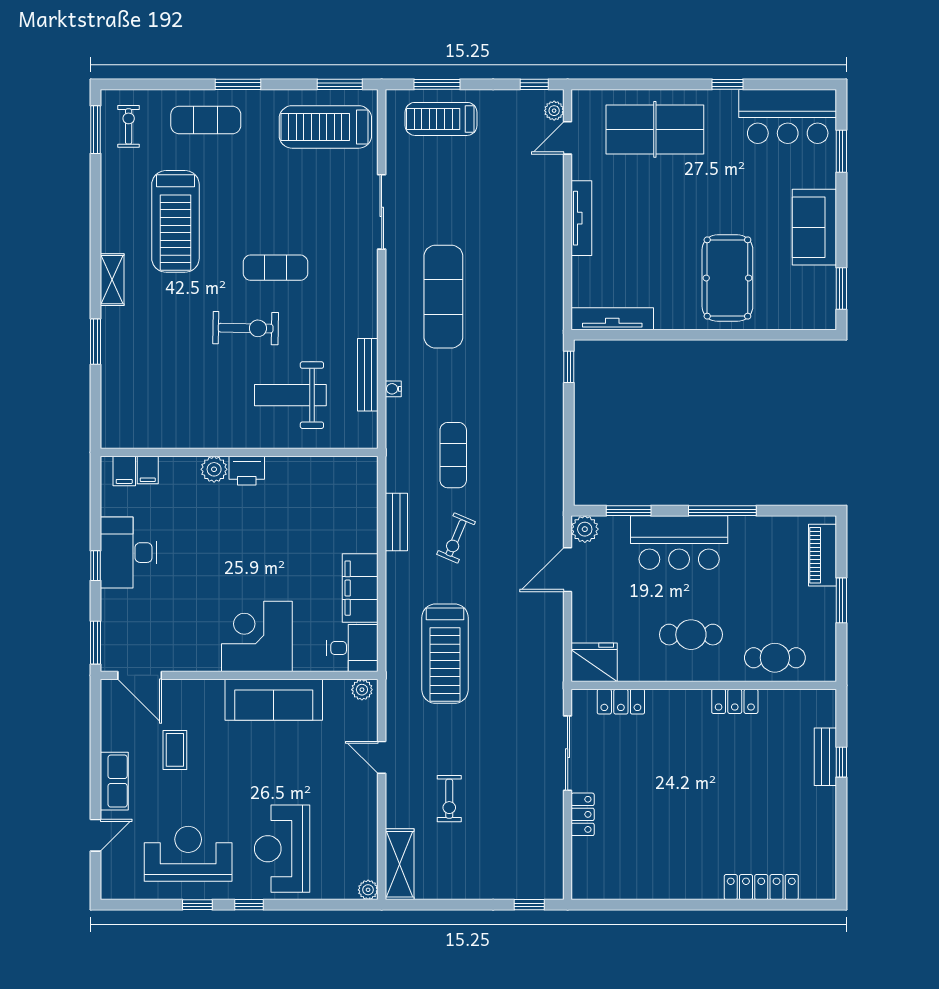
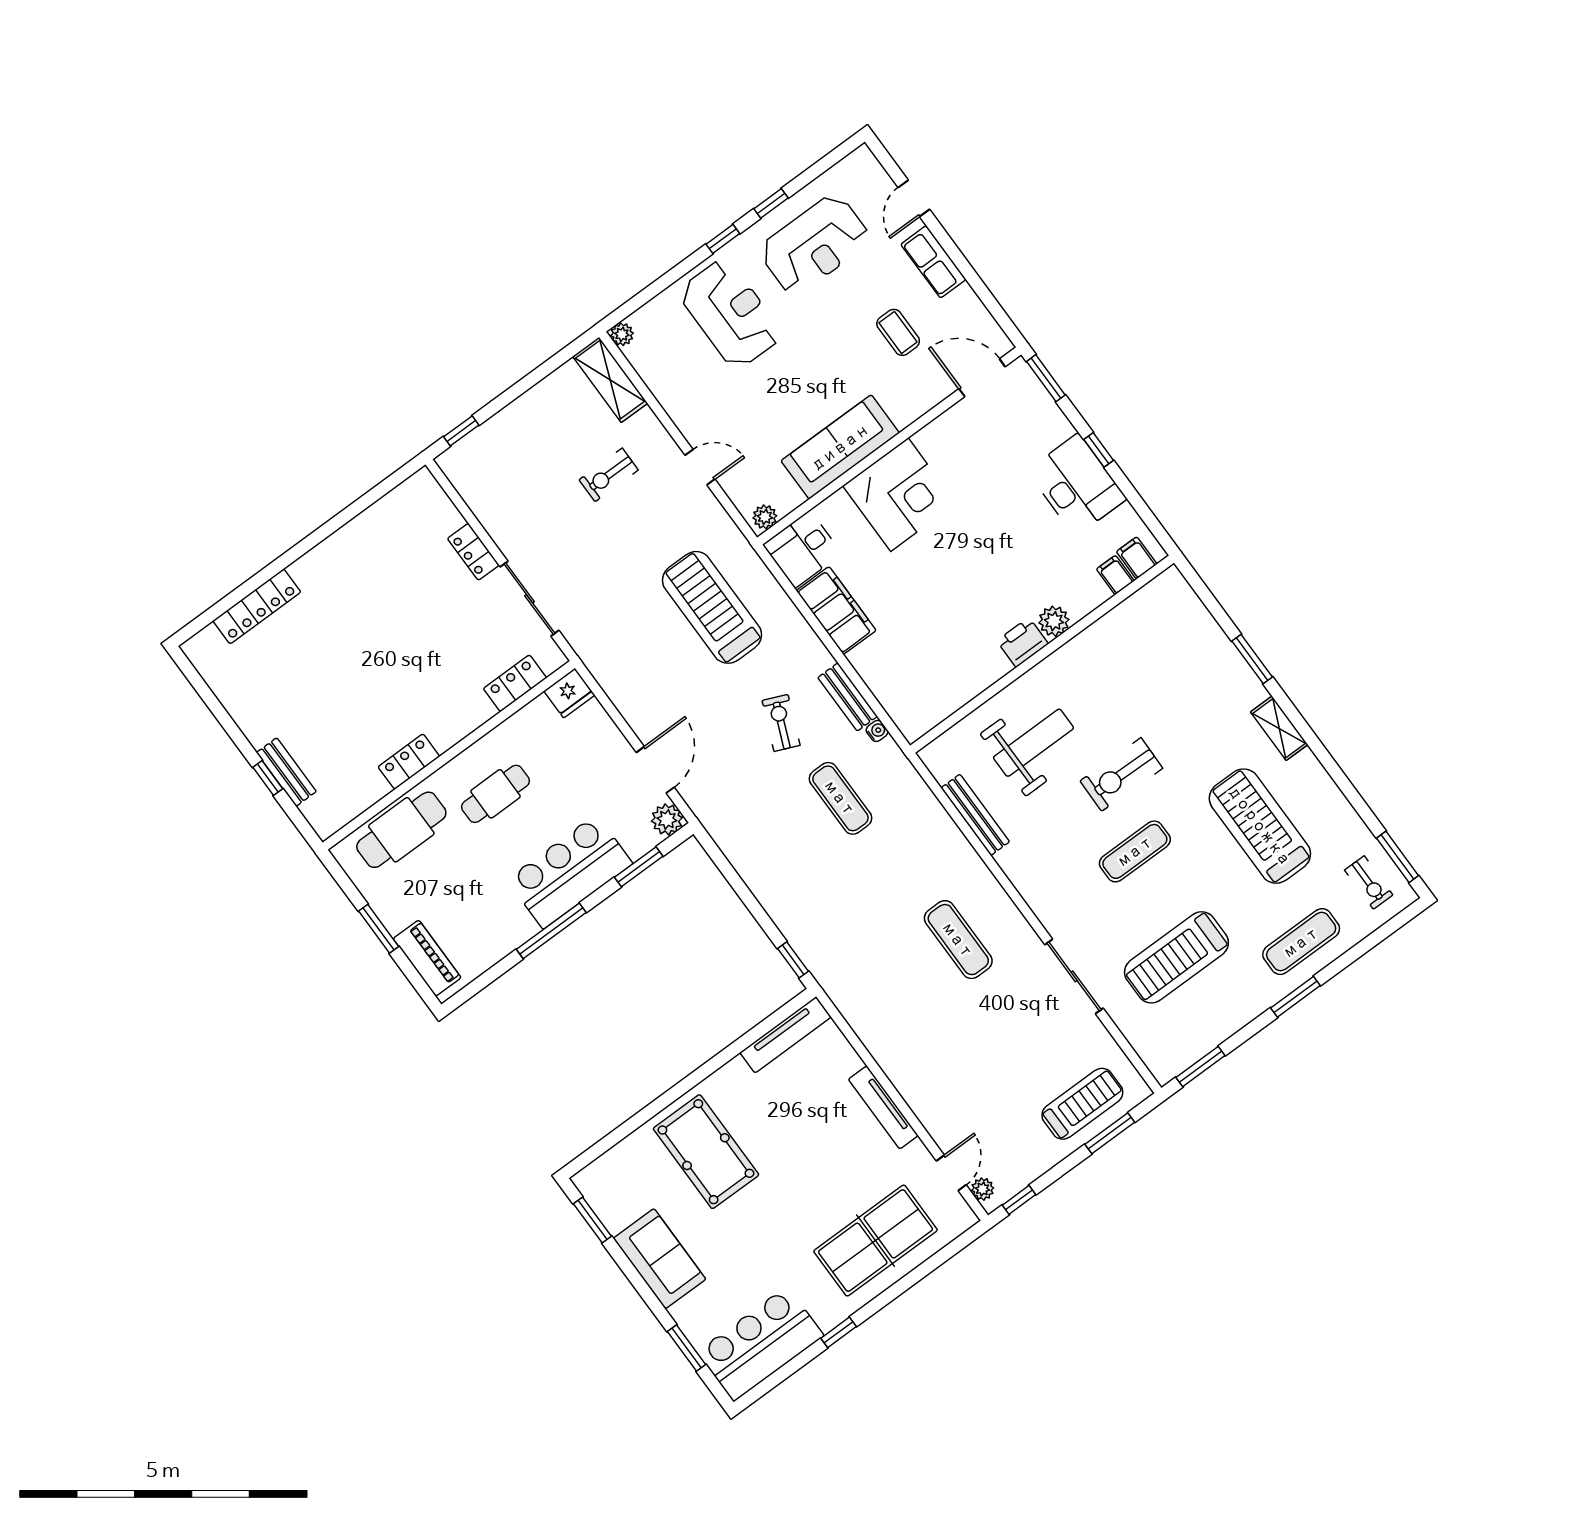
treadmill: (325, 127) -> (1176, 957), moved, turned 180
exercise mat: (443, 297) -> (958, 940), width x0.73, depth x0.69
water cooler: (393, 389) -> (877, 731), moved
cafe table: (775, 658) -> (401, 830), width x1.37, depth x1.35
fridge: (594, 662) -> (569, 693), width x0.73, depth x0.75
exercise bike: (449, 799) -> (609, 475), turned -90

